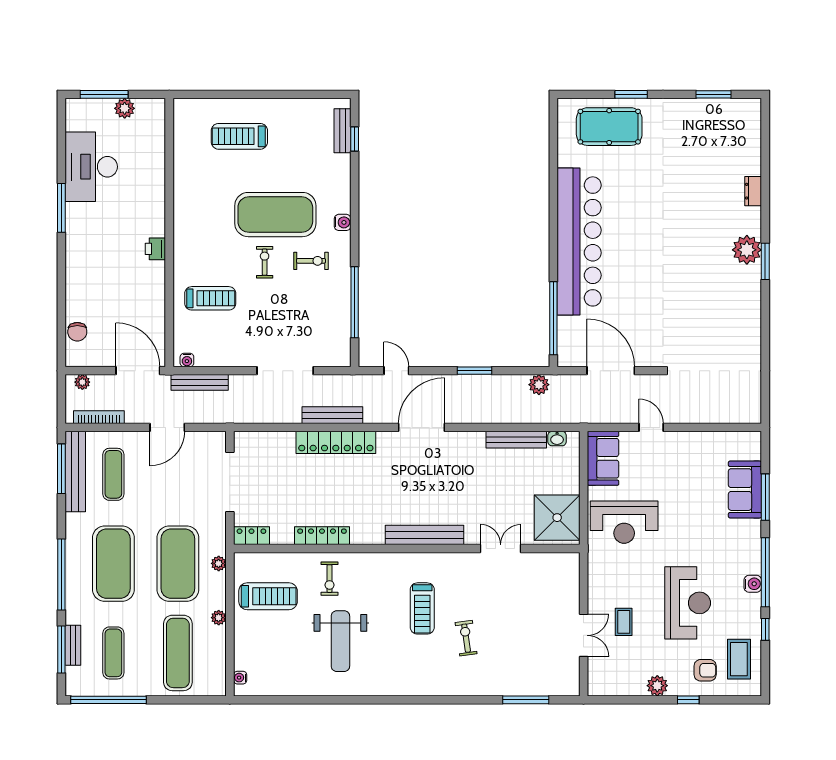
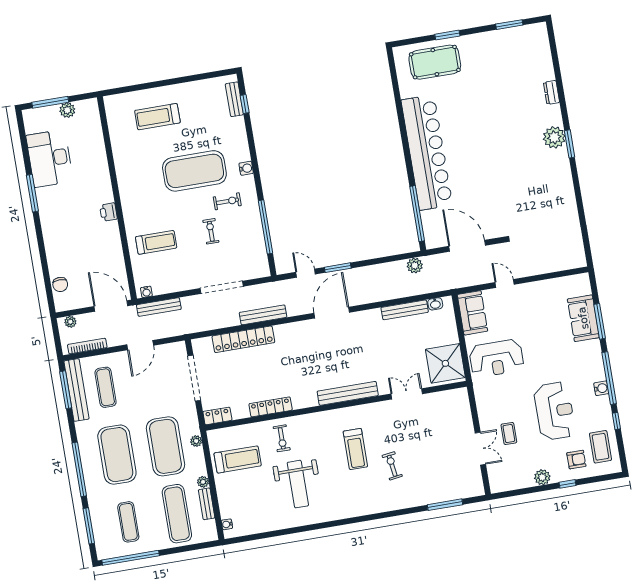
exercise bike: (265, 262) -> (211, 231), moved
window: (475, 371) -> (338, 268), moved
locker: (336, 442) -> (243, 339), moved
bench: (73, 645) -> (207, 504), moved

